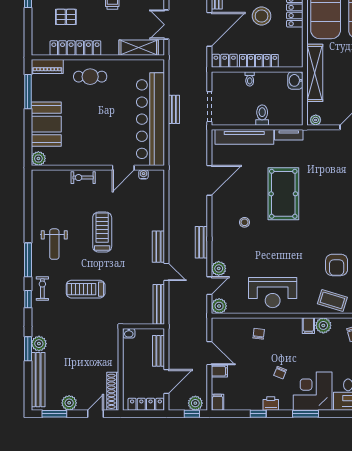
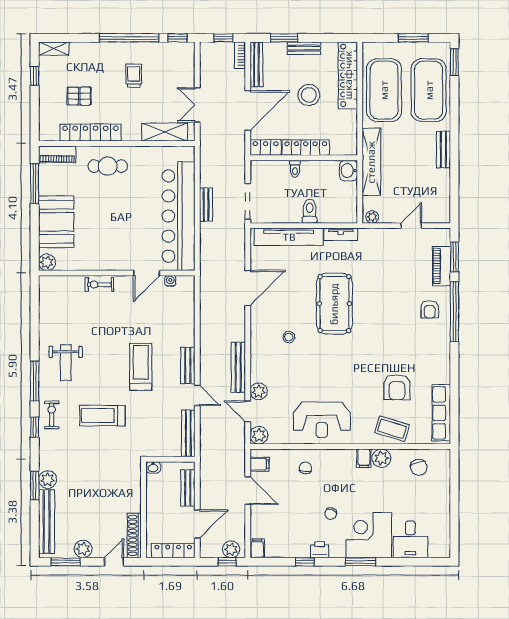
treadmill: (102, 232) -> (141, 367), moved
bench: (201, 242) -> (238, 367), width x1.36
door: (209, 286) -> (248, 411), swing flipped
filing cabinet: (219, 371) -> (259, 464), moved

